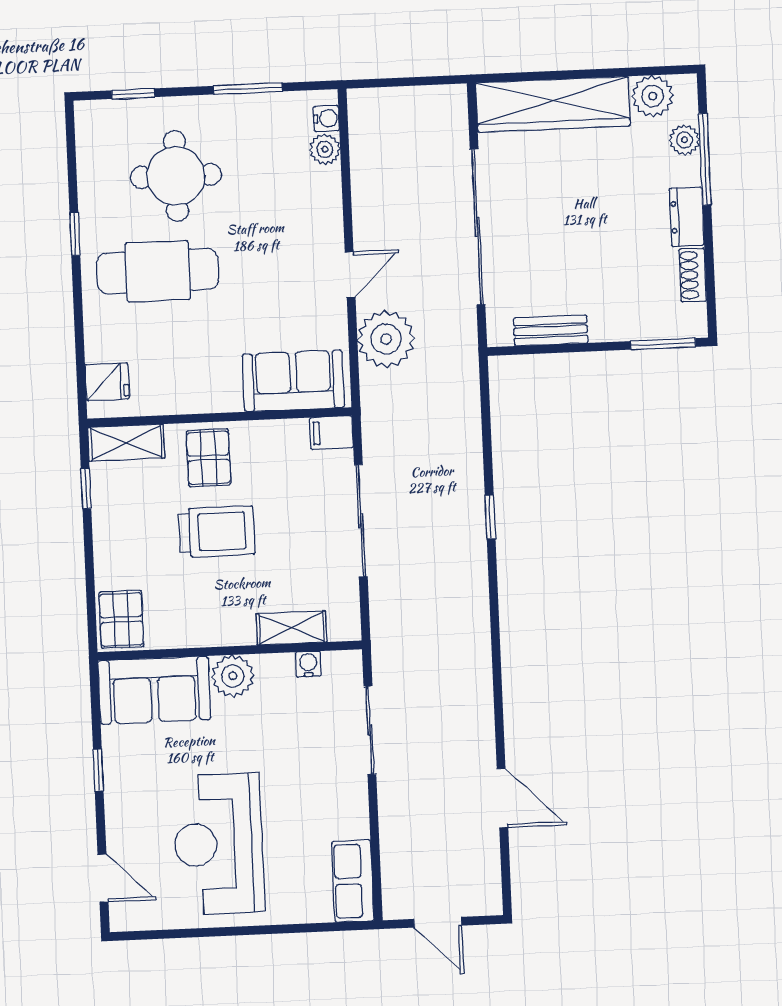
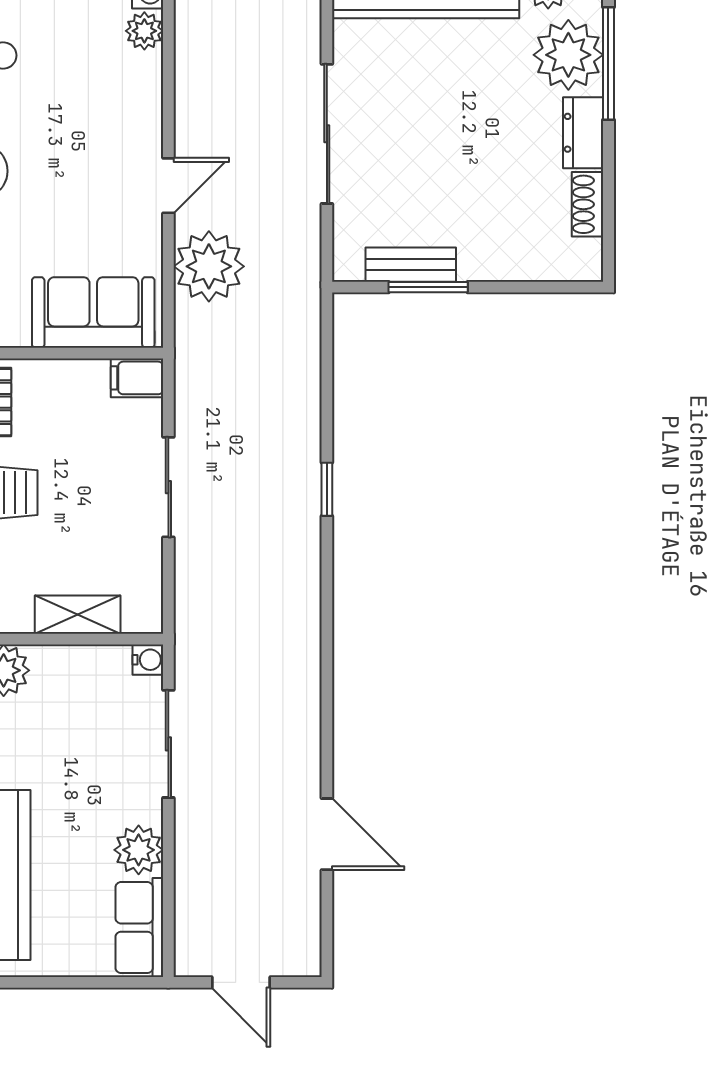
plant: (684, 140) -> (568, 55), width x1.88, depth x1.88
sliding door: (478, 227) -> (327, 134), width x0.73
window: (663, 344) -> (428, 287), moved
sliding door: (361, 521) -> (168, 487), width x0.73
water cooler: (308, 664) -> (148, 660), moved, turned 90
plant: (349, 818) -> (139, 850), added

